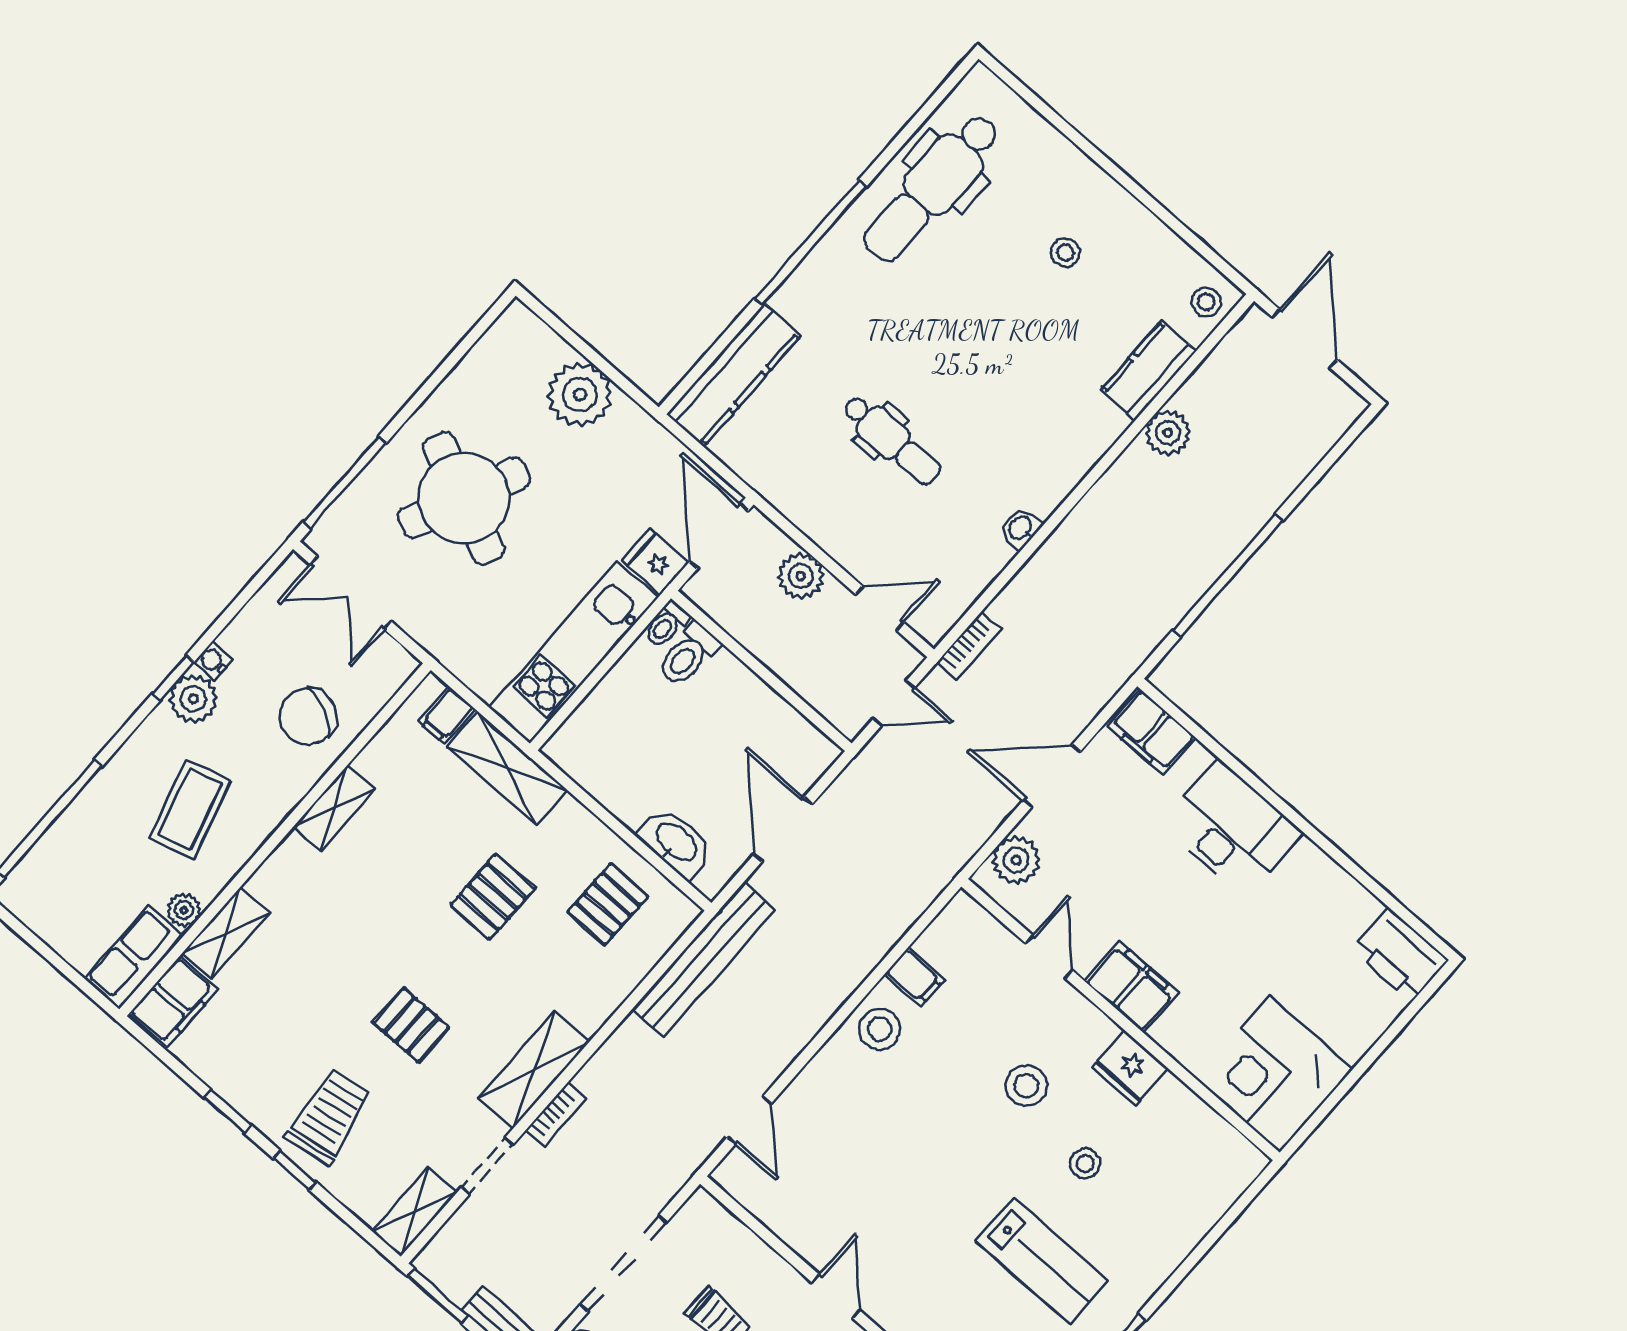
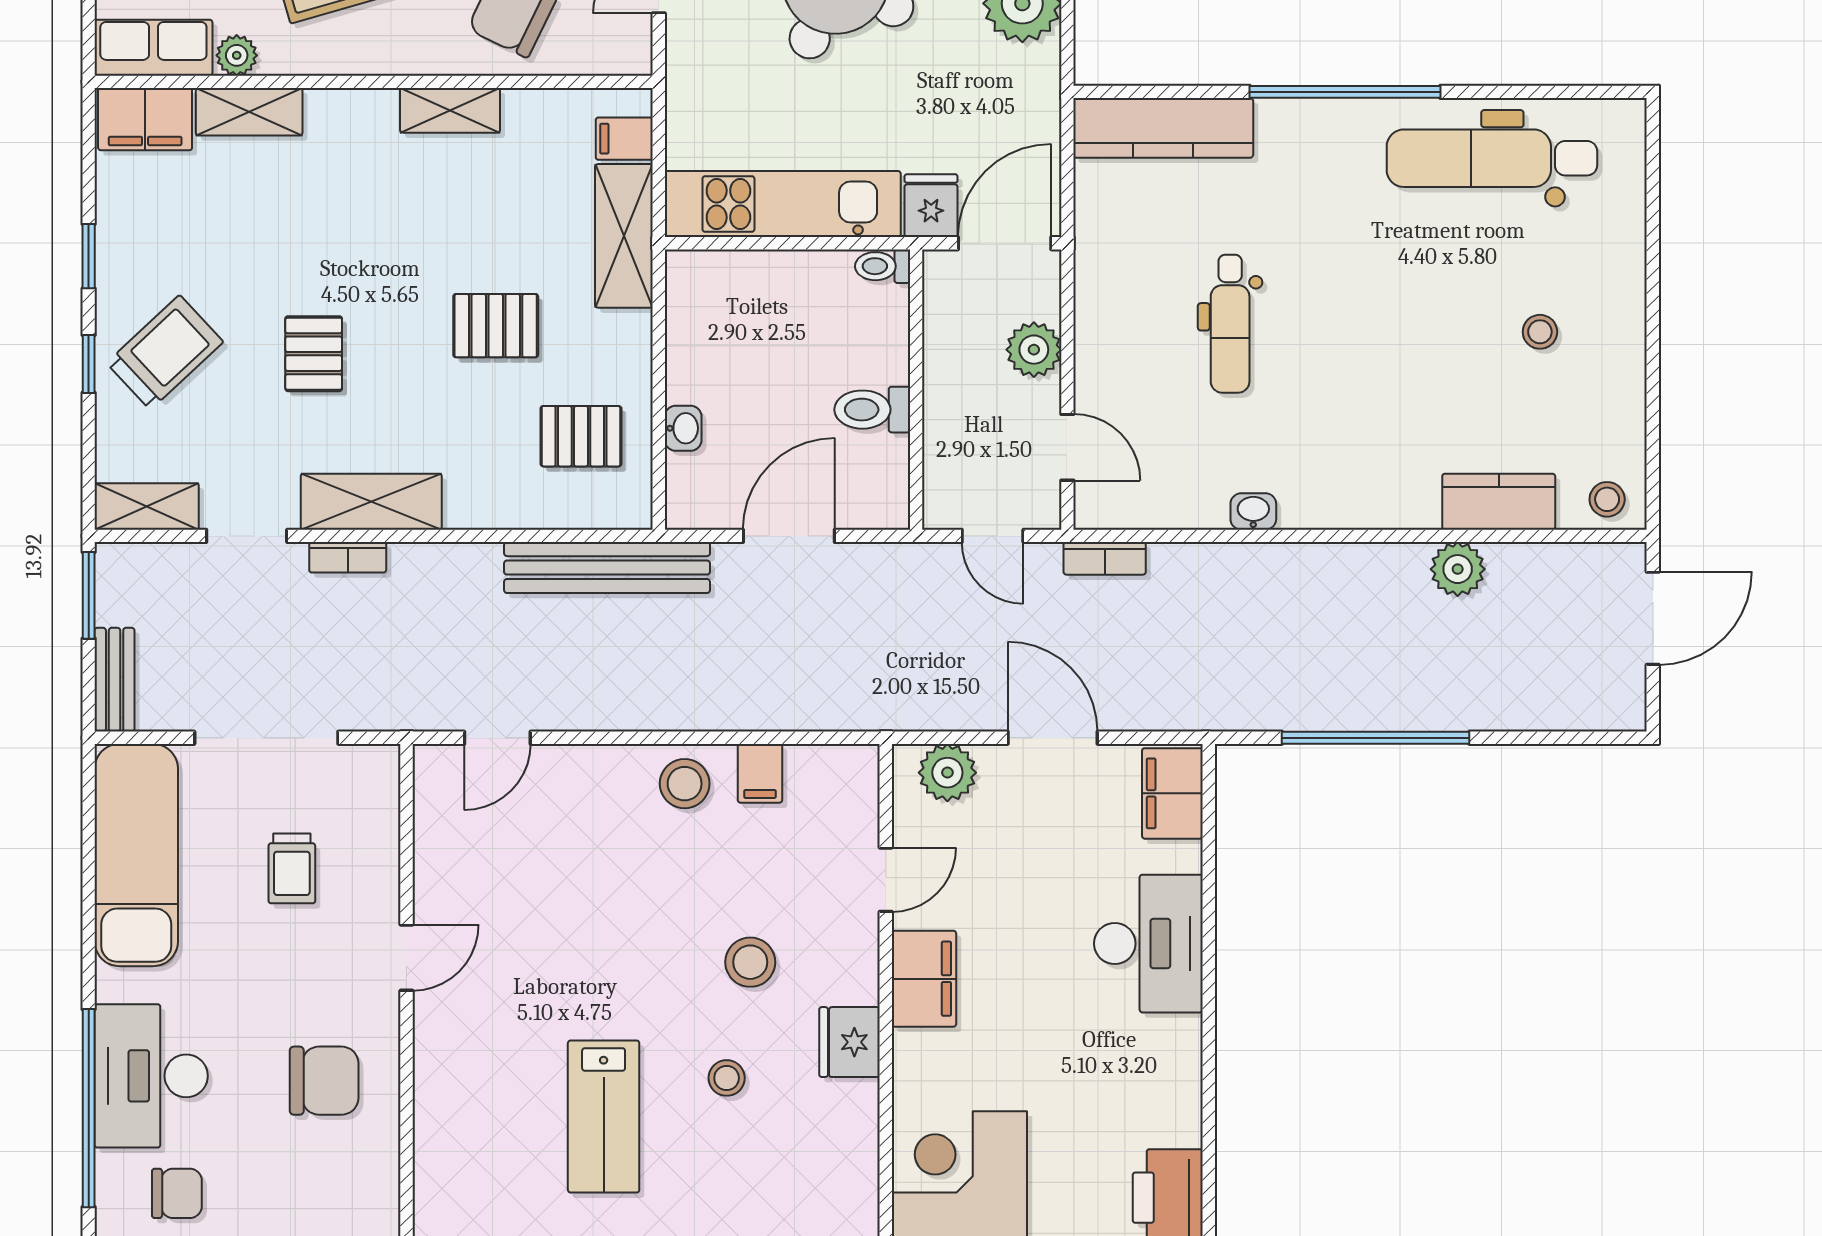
toilet: (688, 655) -> (872, 410), moved
washbasin: (676, 843) -> (683, 428), width x0.52, depth x0.69
trolley: (329, 1117) -> (165, 352), turned -34

